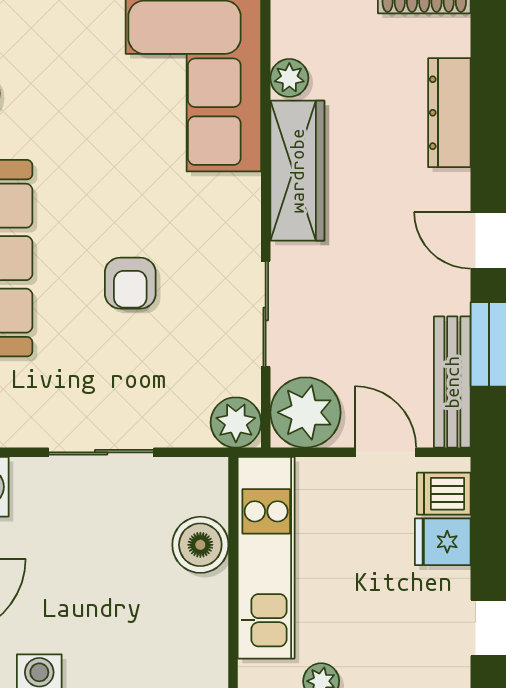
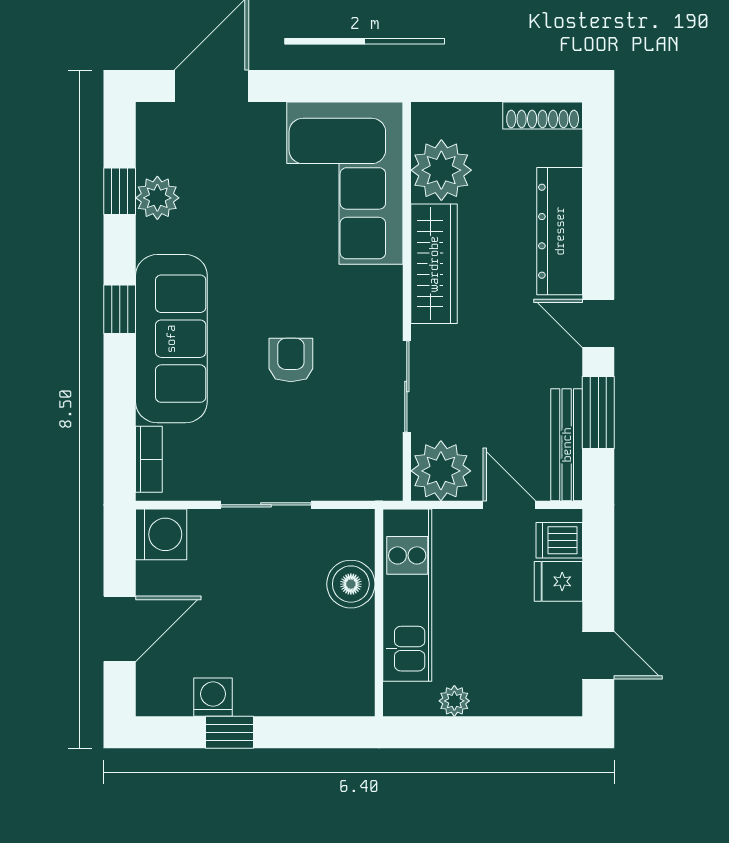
plant: (289, 78) -> (441, 170), width x1.88, depth x1.88
dresser: (449, 113) -> (560, 231), width x1.37, depth x1.24
armchair: (130, 283) -> (291, 360), turned 180
plant: (236, 422) -> (381, 479), removed

